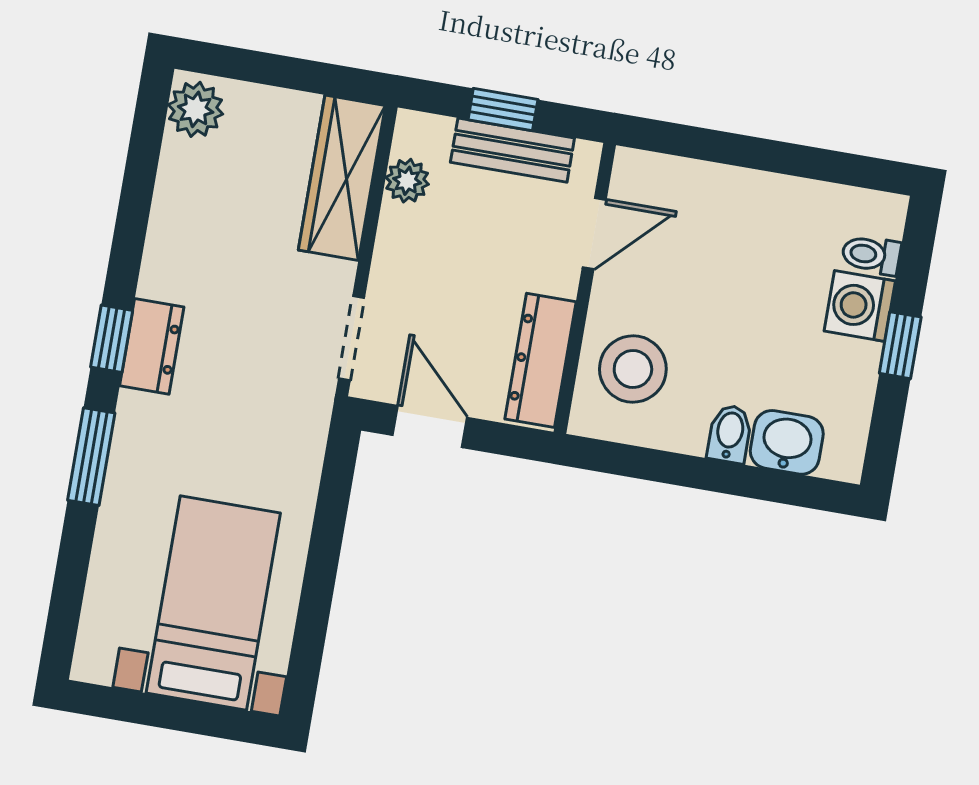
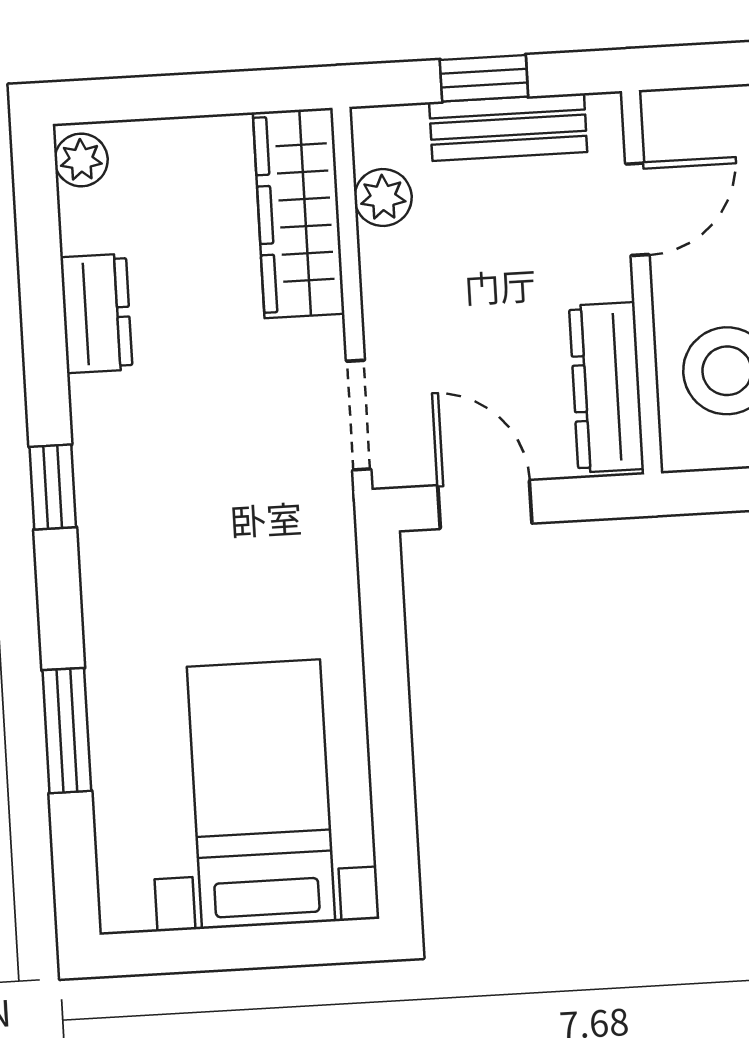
plant: (196, 109) -> (81, 160), width x0.73, depth x0.73
dresser: (152, 346) -> (96, 313), moved
window: (91, 457) -> (67, 731), moved

